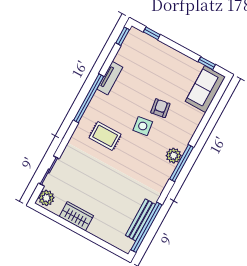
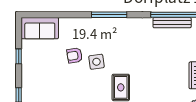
window: (207, 63) -> (19, 56), moved
plant: (174, 156) -> (107, 24), removed

